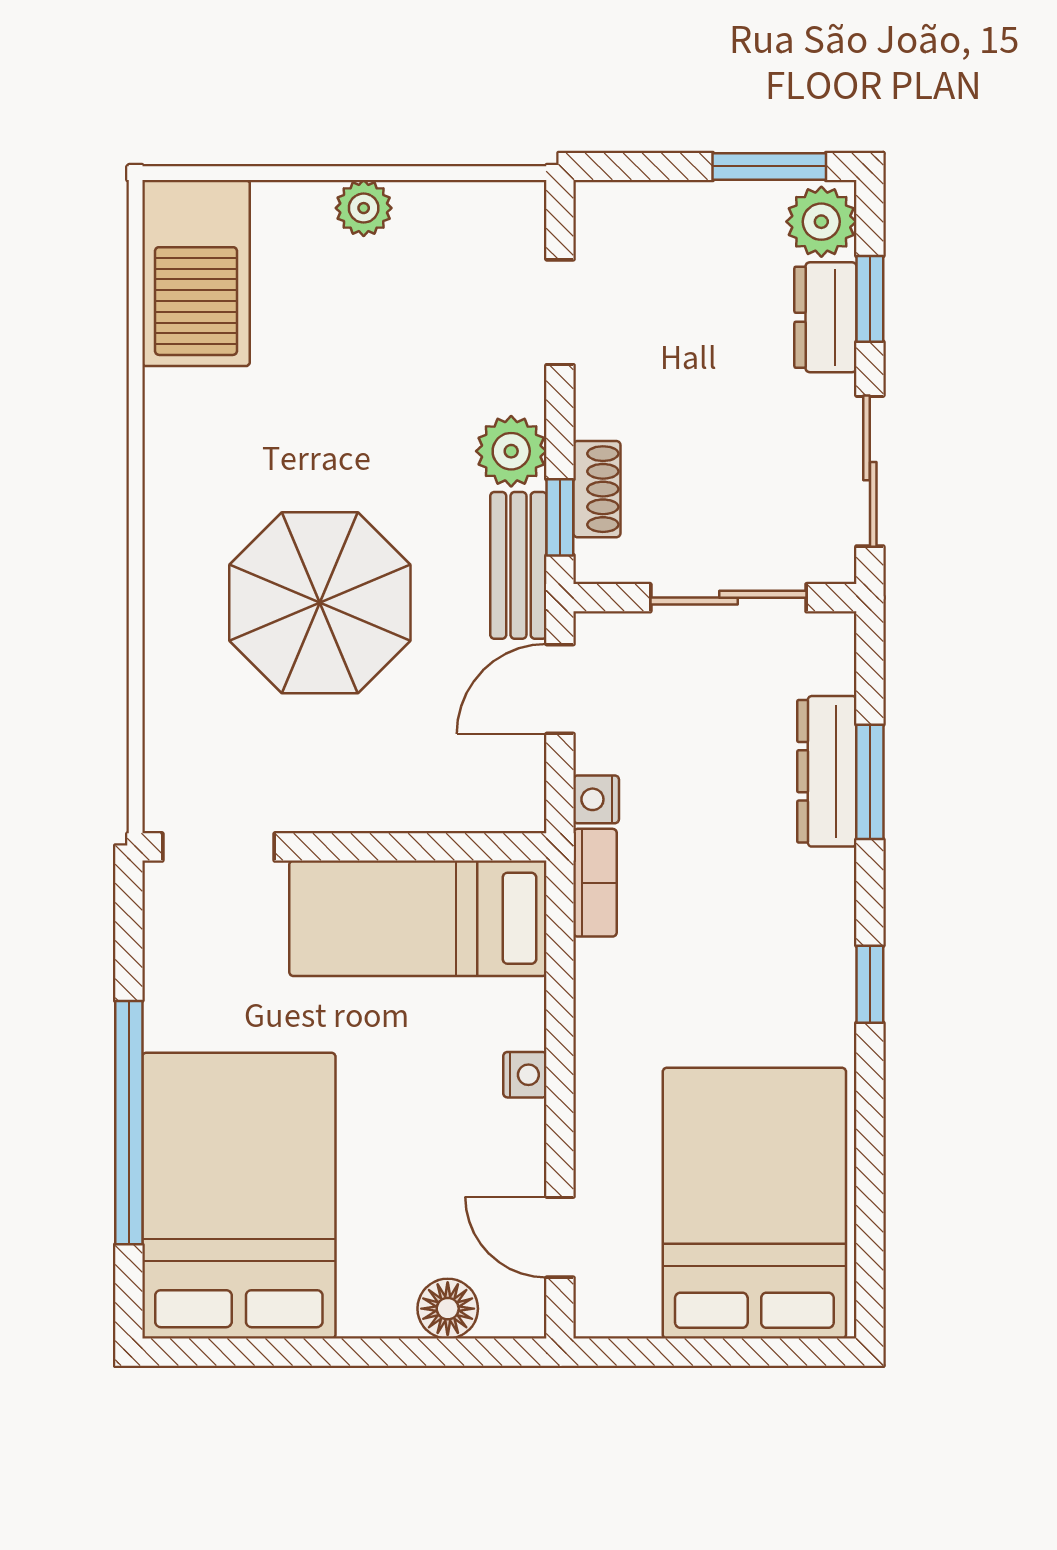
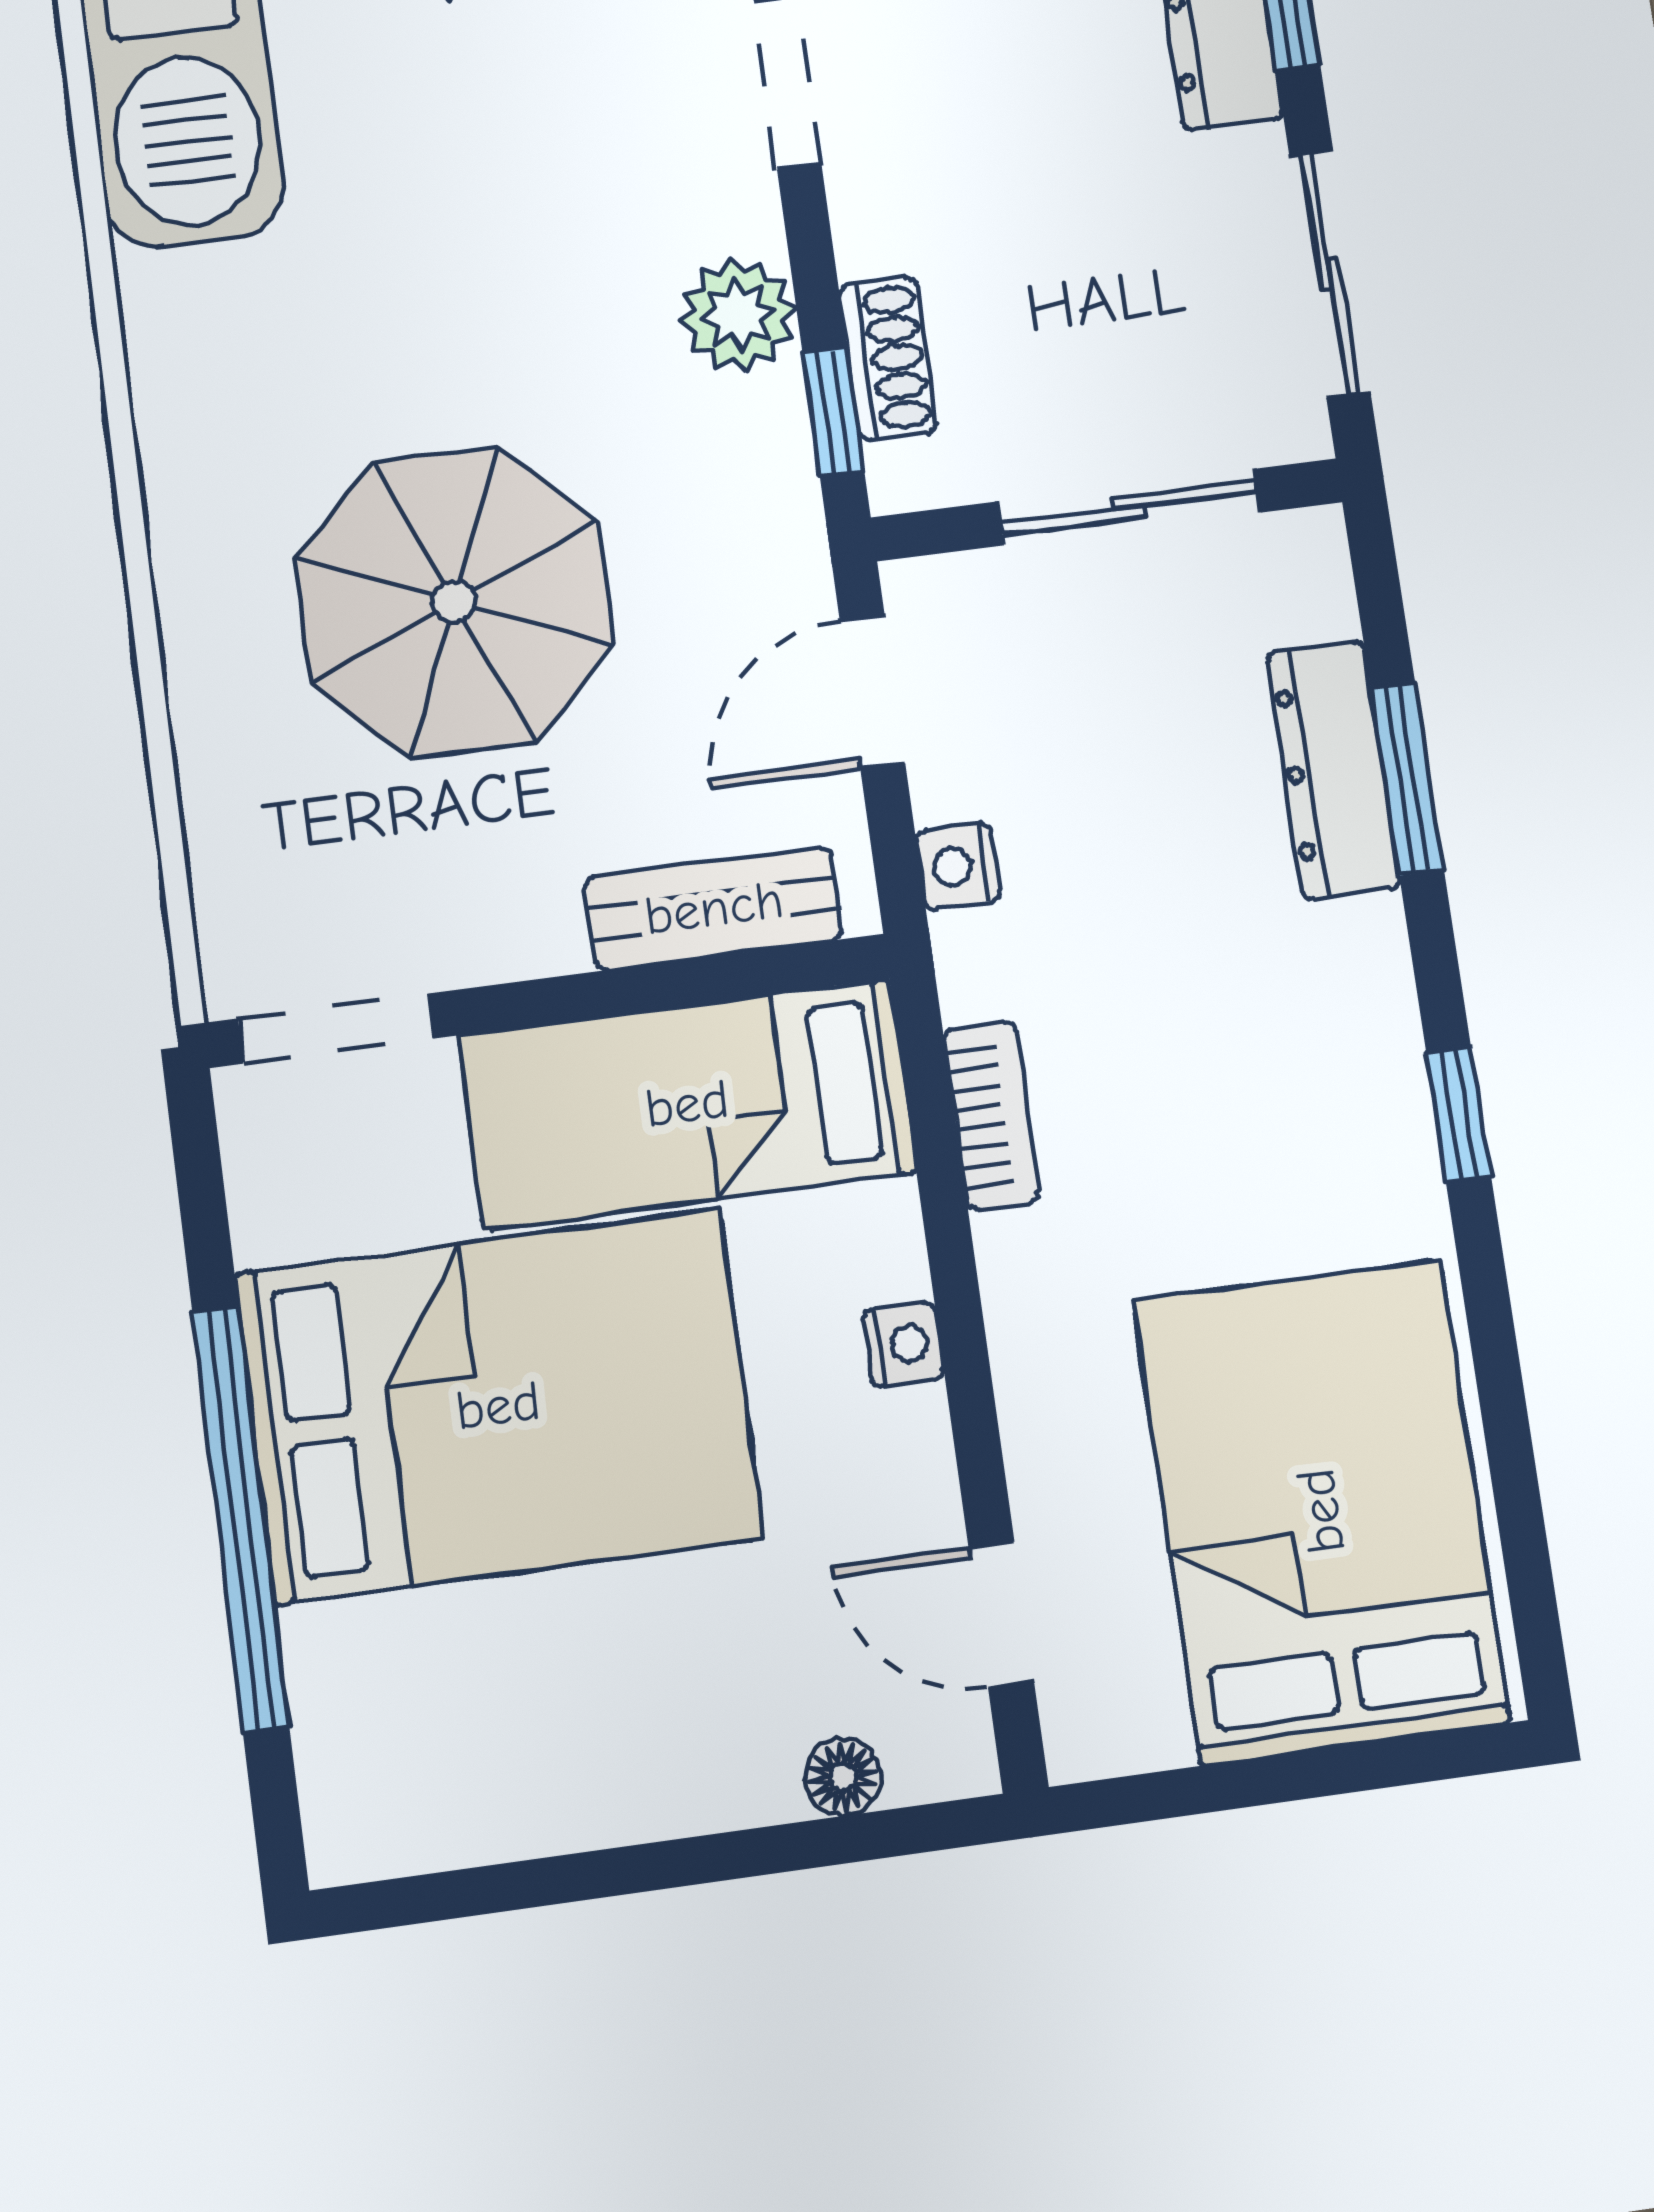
bench: (518, 565) -> (714, 908), moved, turned 90
bookcase: (595, 883) -> (991, 1116), moved
bed: (239, 1196) -> (498, 1406), moved, turned 90
floor lamp: (448, 1309) -> (843, 1777), width x0.73, depth x0.73

